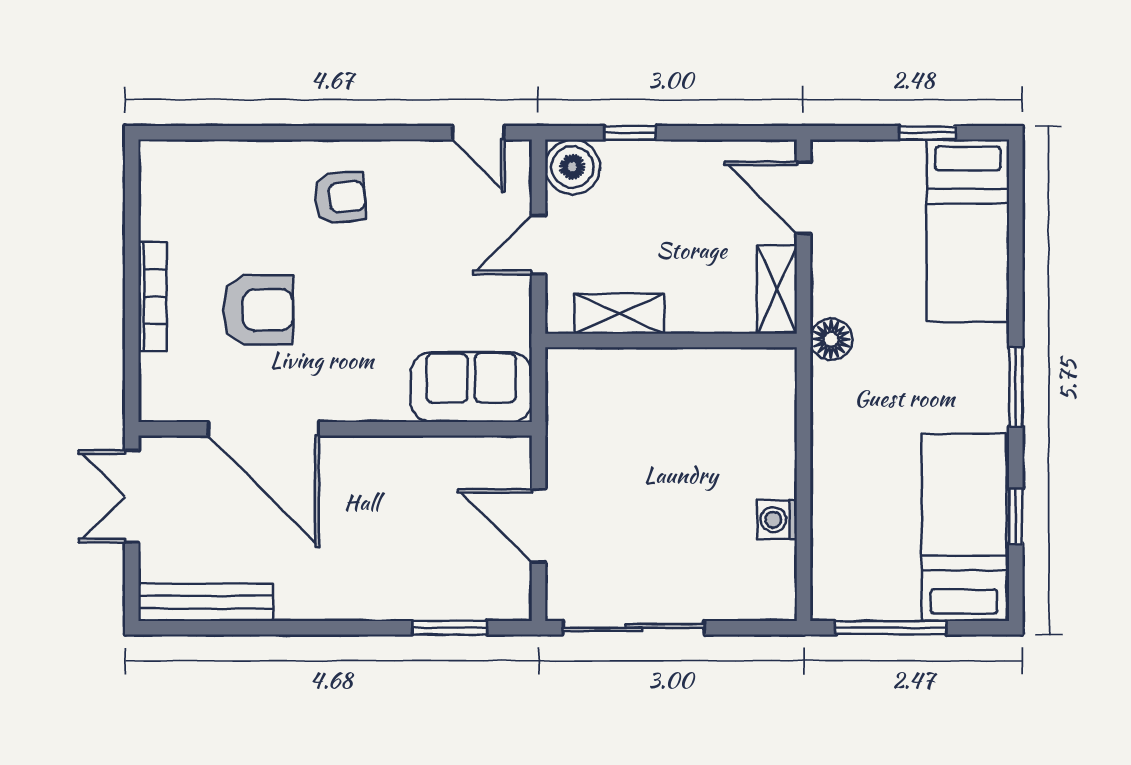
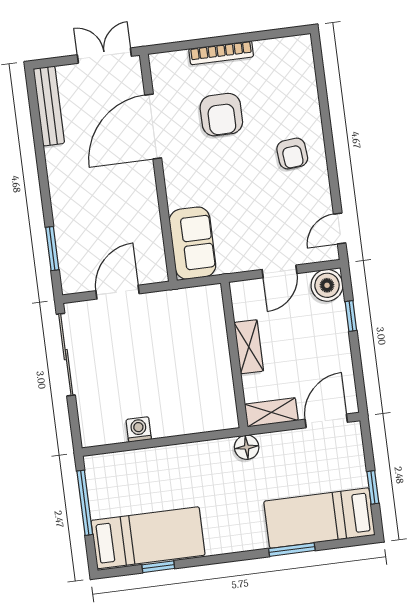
door: (538, 245) -> (280, 271), swing flipped
shelving: (619, 314) -> (249, 347), moved
window: (1016, 387) -> (292, 550), moved

